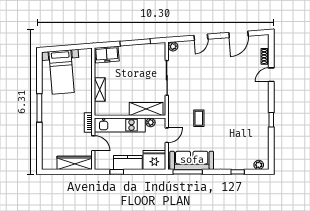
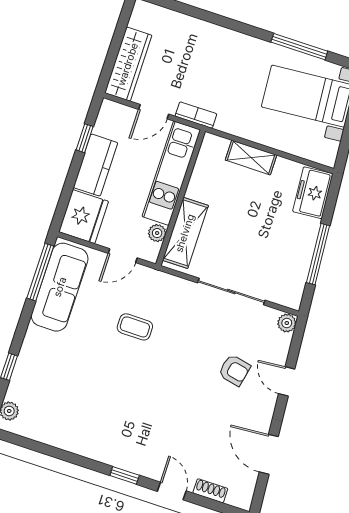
armchair: (204, 64) -> (234, 370), added
window: (39, 108) -> (299, 47), moved
window: (271, 120) -> (125, 475), moved
door: (167, 135) -> (123, 256), hinge flipped

